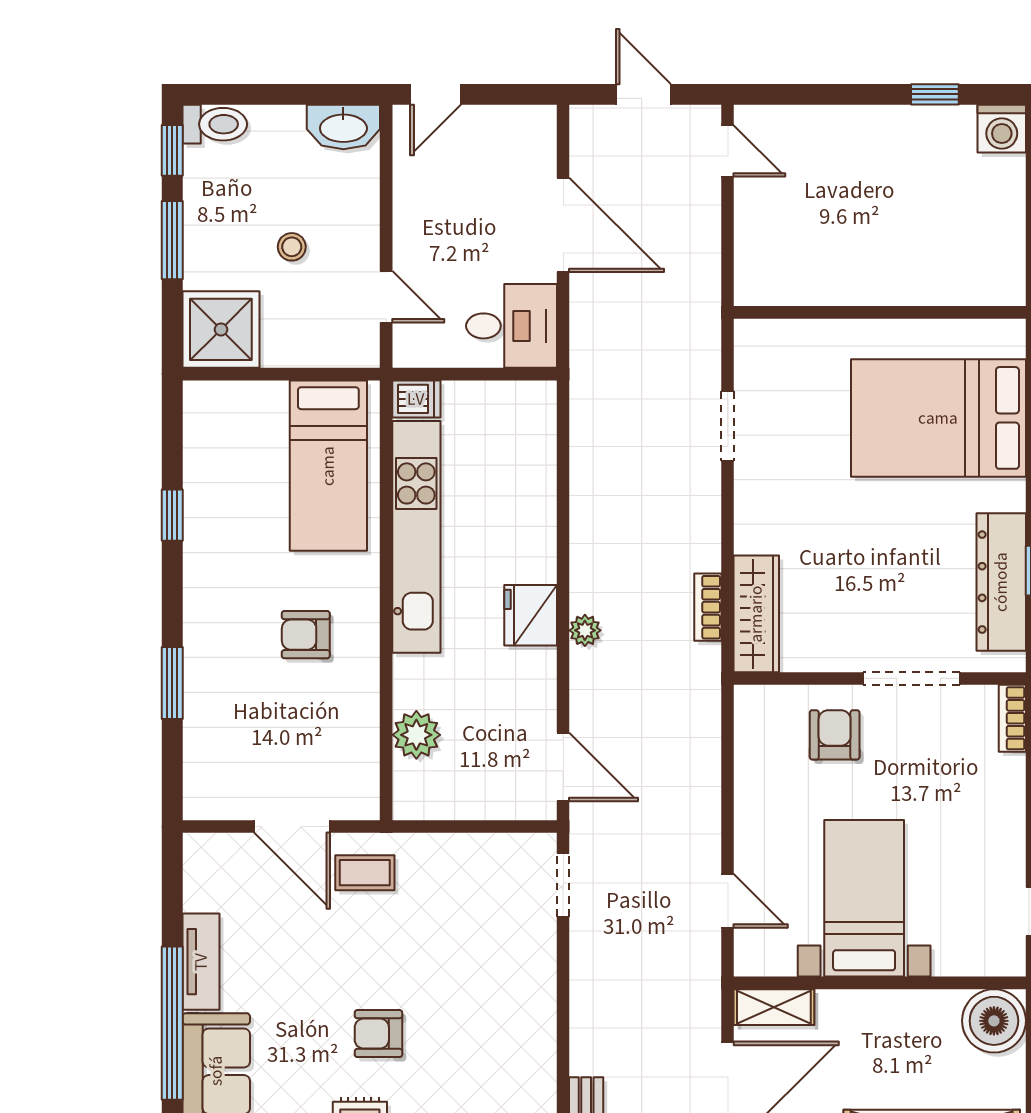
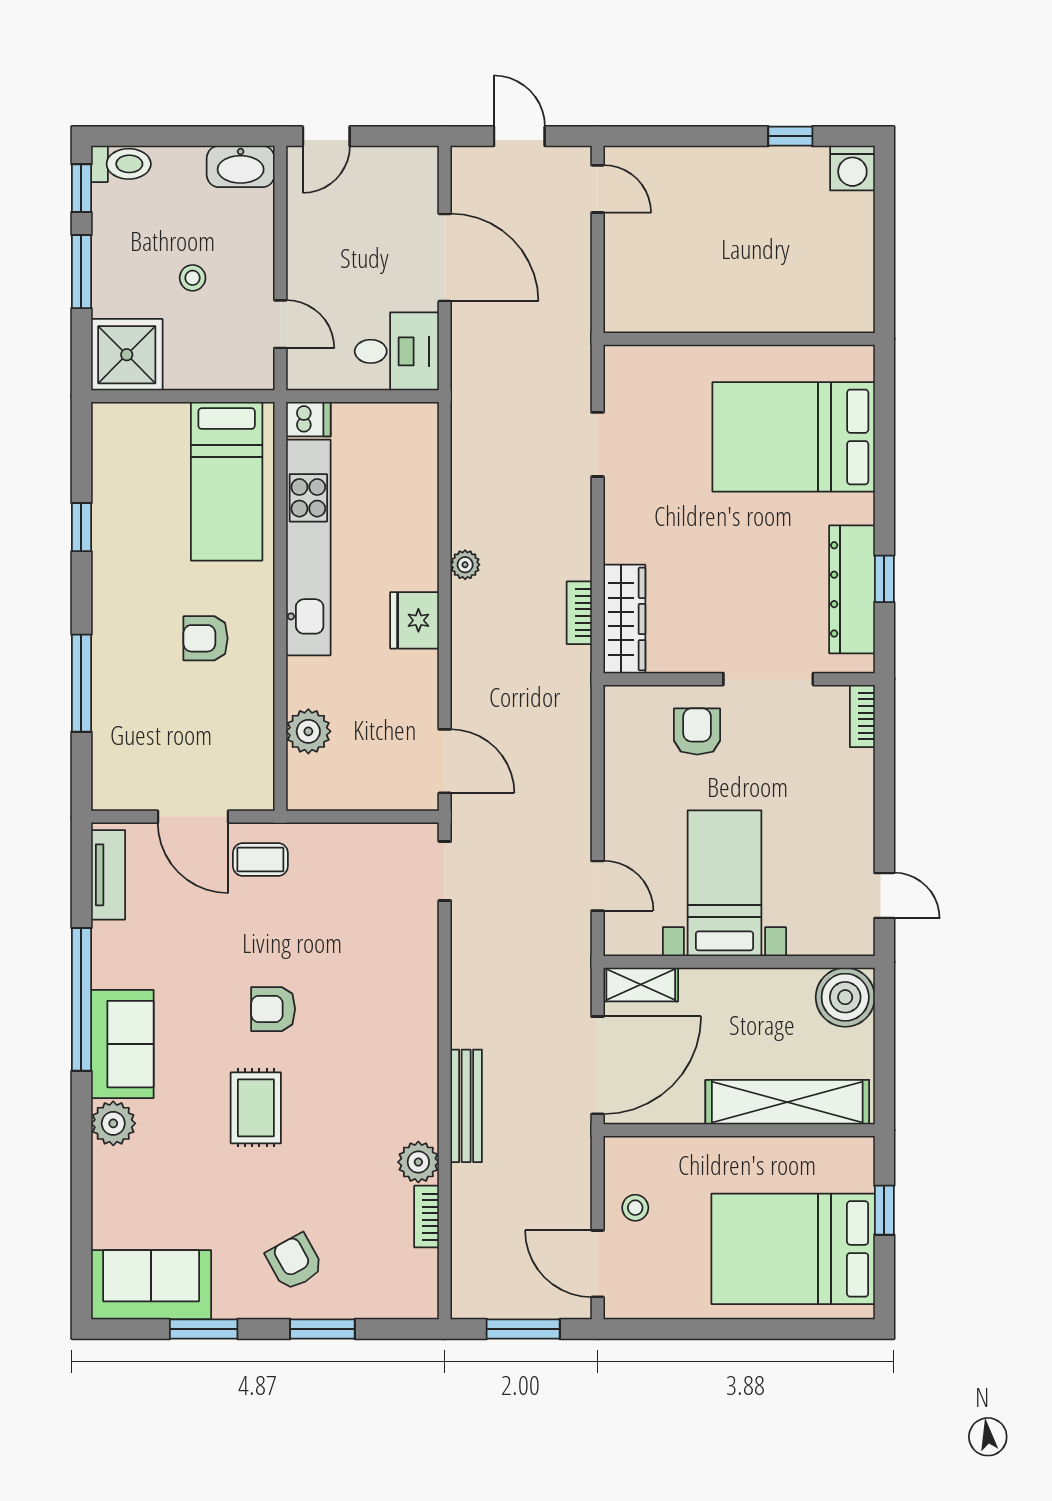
plant: (585, 630) -> (465, 565), moved
window: (172, 683) -> (81, 683), width x1.44
tv unit: (201, 962) -> (108, 875), moved

